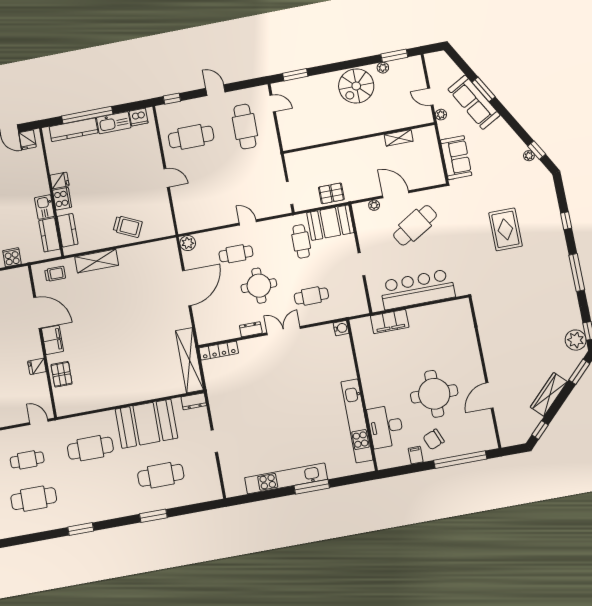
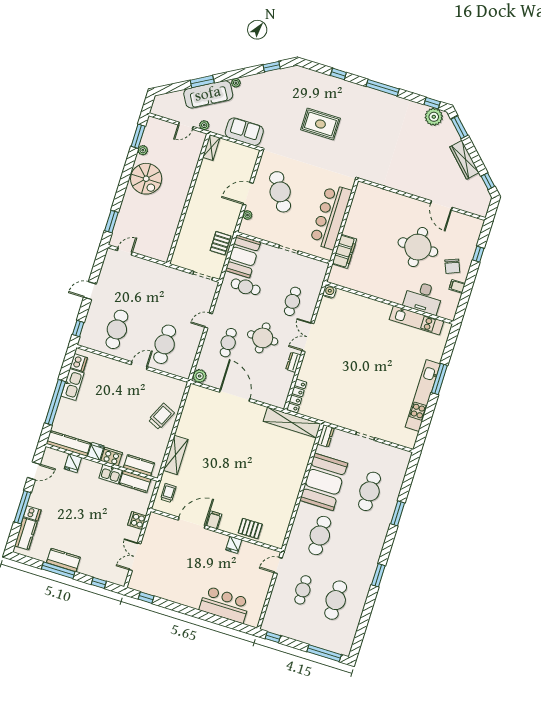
cafe table: (245, 127) -> (165, 344), moved, turned 90
kitchen counter: (74, 130) -> (68, 443), moved, turned -90
shelving: (399, 138) -> (211, 148), moved
fridge: (27, 140) -> (73, 463), moved, turned 90
plant: (529, 156) -> (236, 83), moved
filing cabinet: (53, 340) -> (214, 520), width x0.50
kitchen unit: (357, 421) -> (416, 320), width x0.73
window: (460, 460) -> (478, 254), width x0.32

